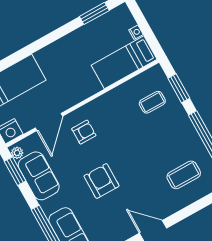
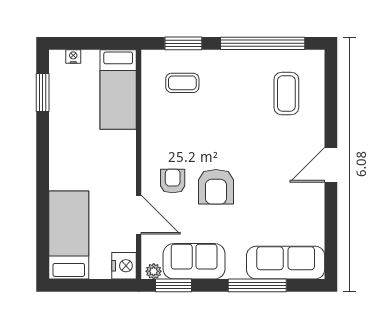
nightstand: (136, 32) -> (73, 57), moved
coffee table: (152, 102) -> (182, 83), turned 90
armchair: (102, 181) -> (216, 187), moved, turned -90

